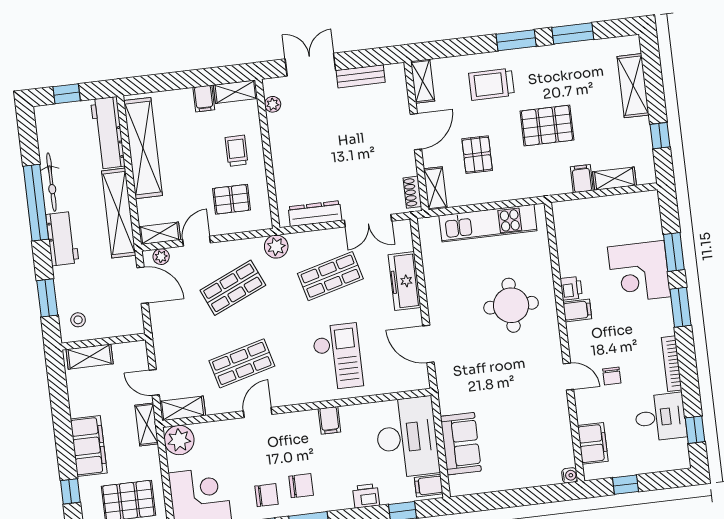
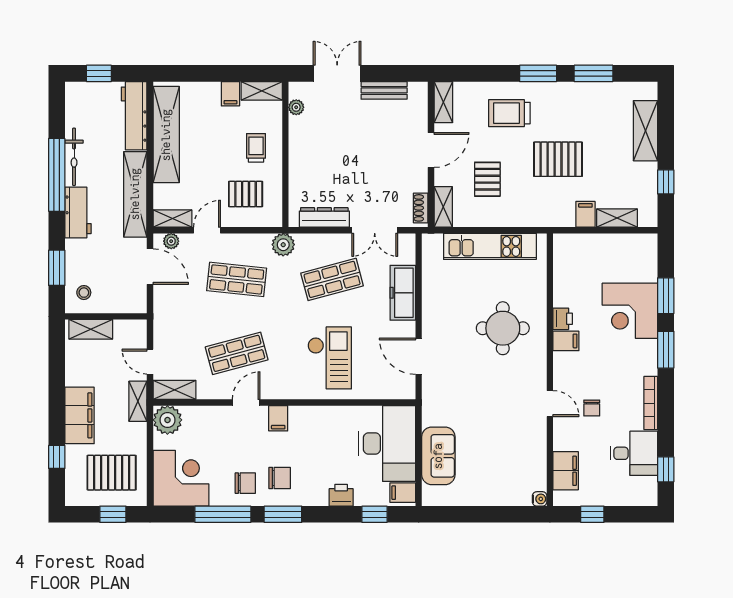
shop shelf: (233, 288) -> (237, 279), turned 30
filing cabinet: (329, 420) -> (278, 418), moved

